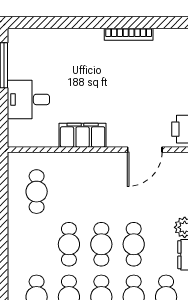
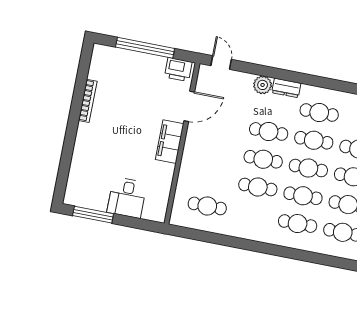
filing cabinet: (83, 135) -> (170, 142), moved
door: (145, 150) -> (189, 106), hinge flipped

